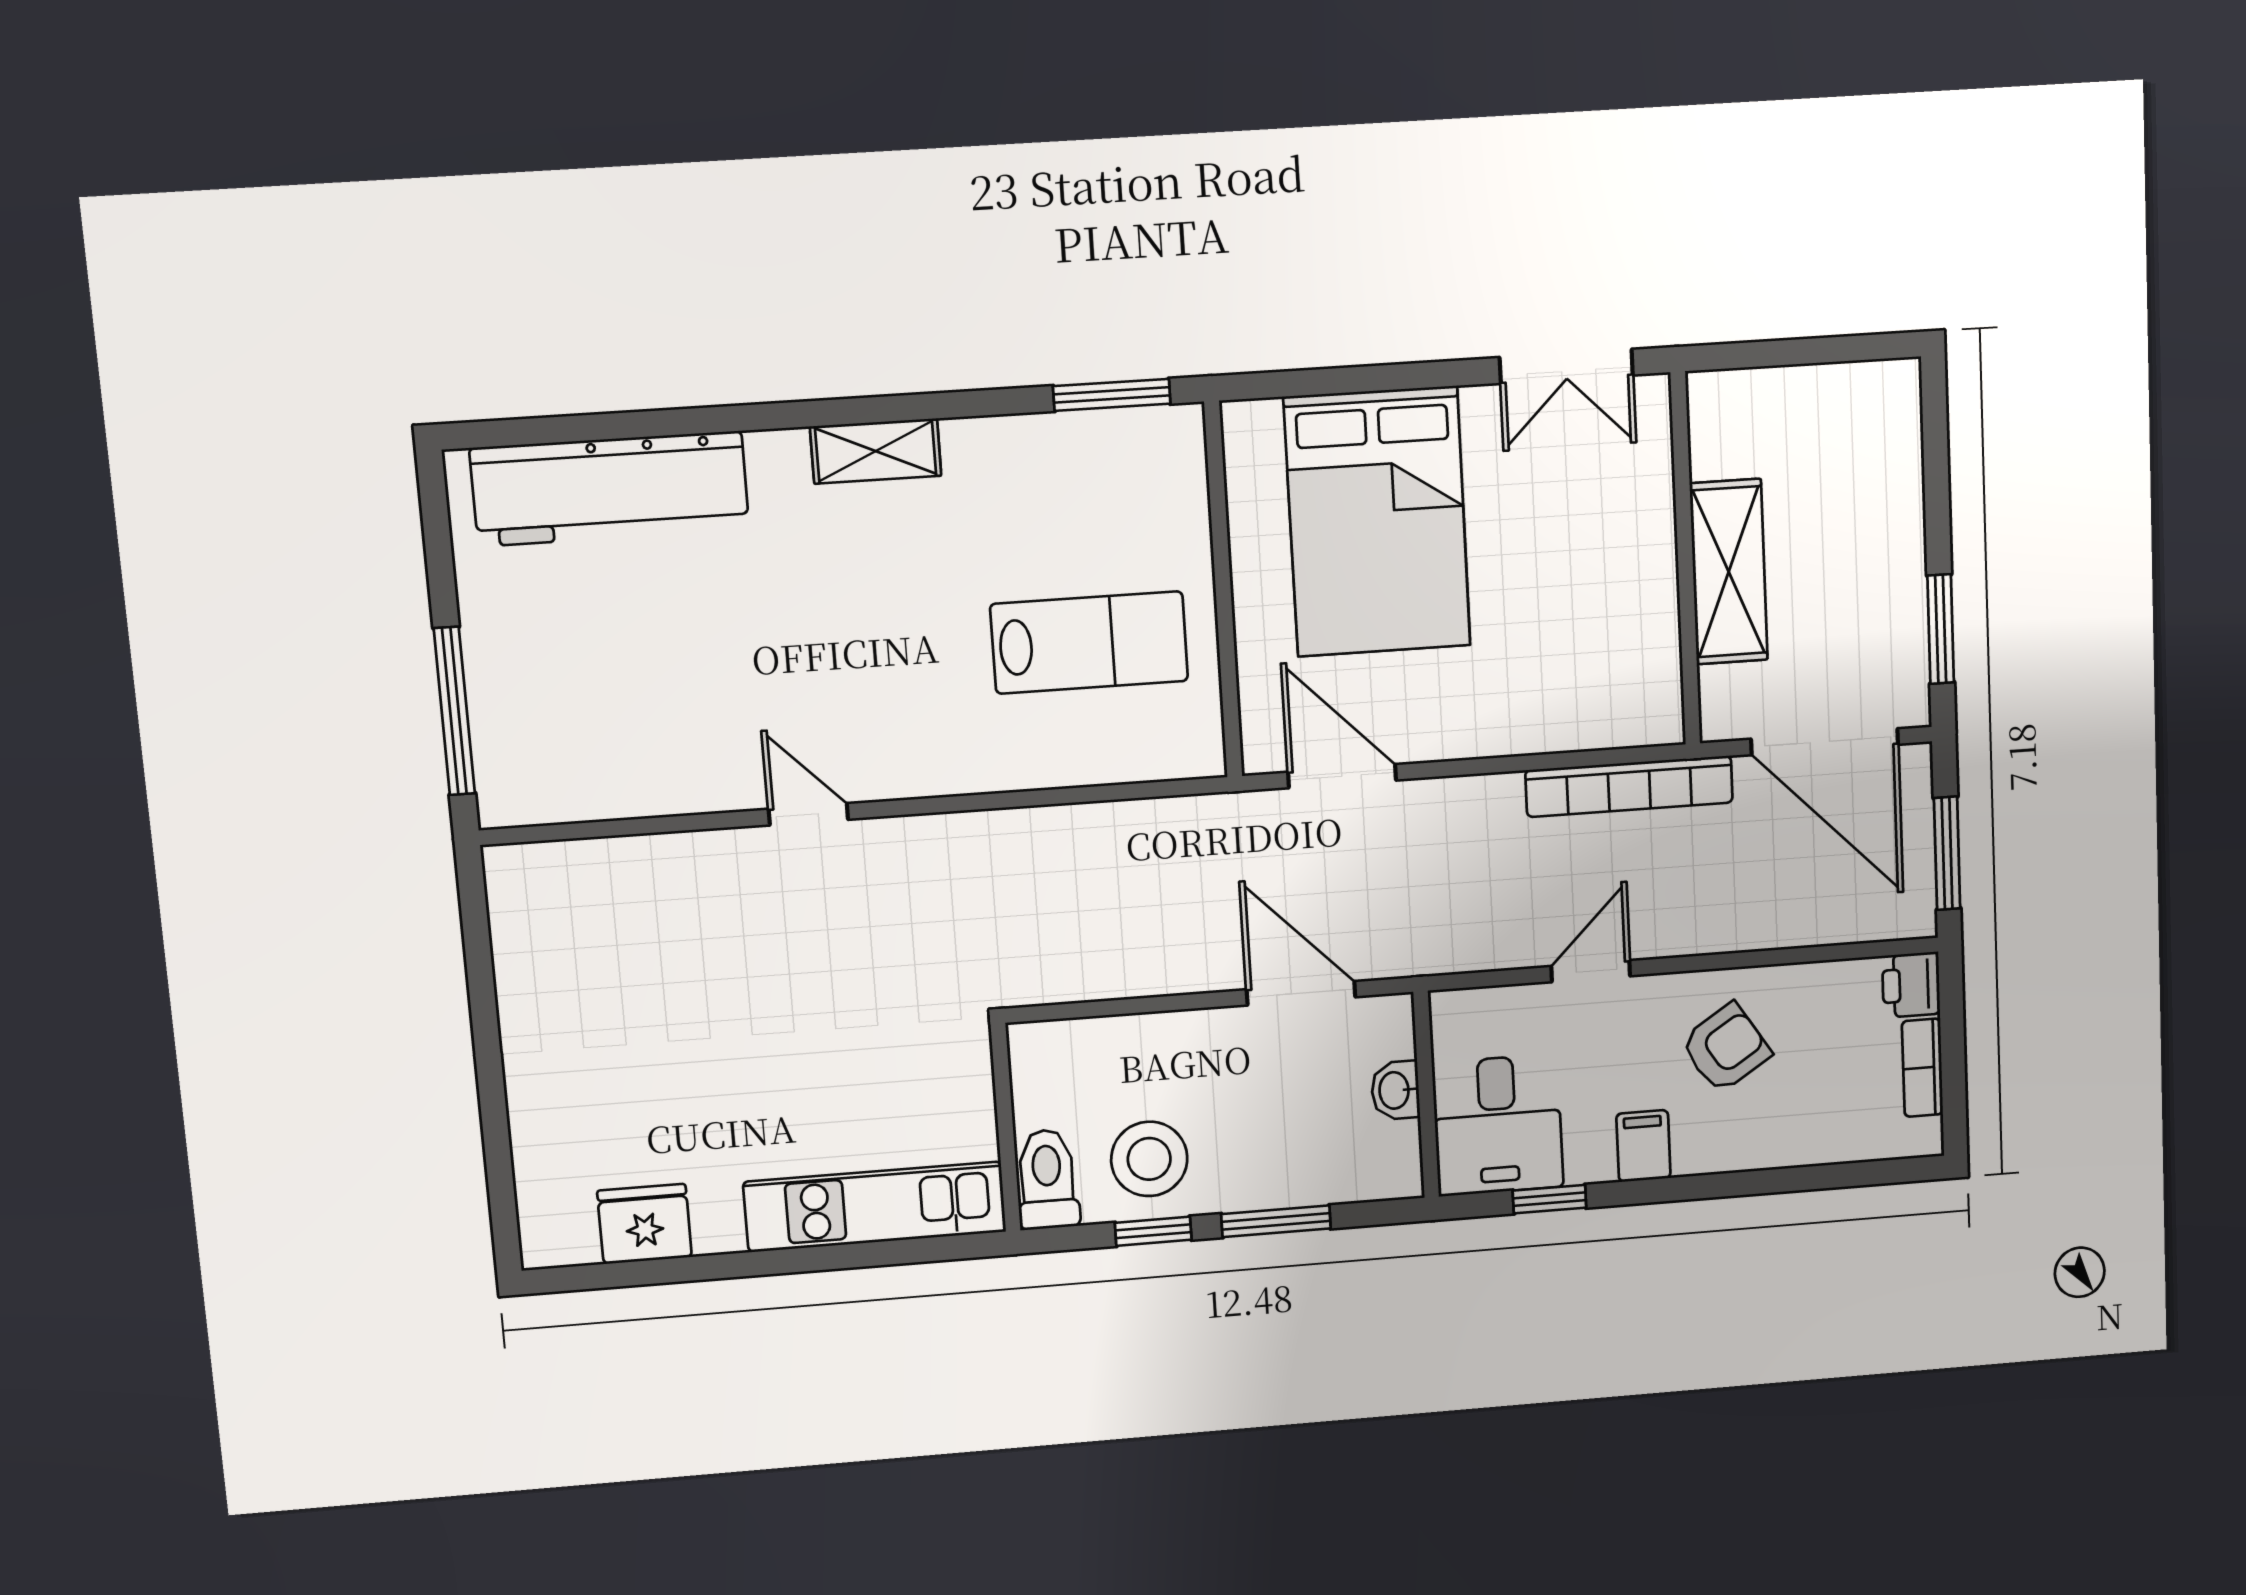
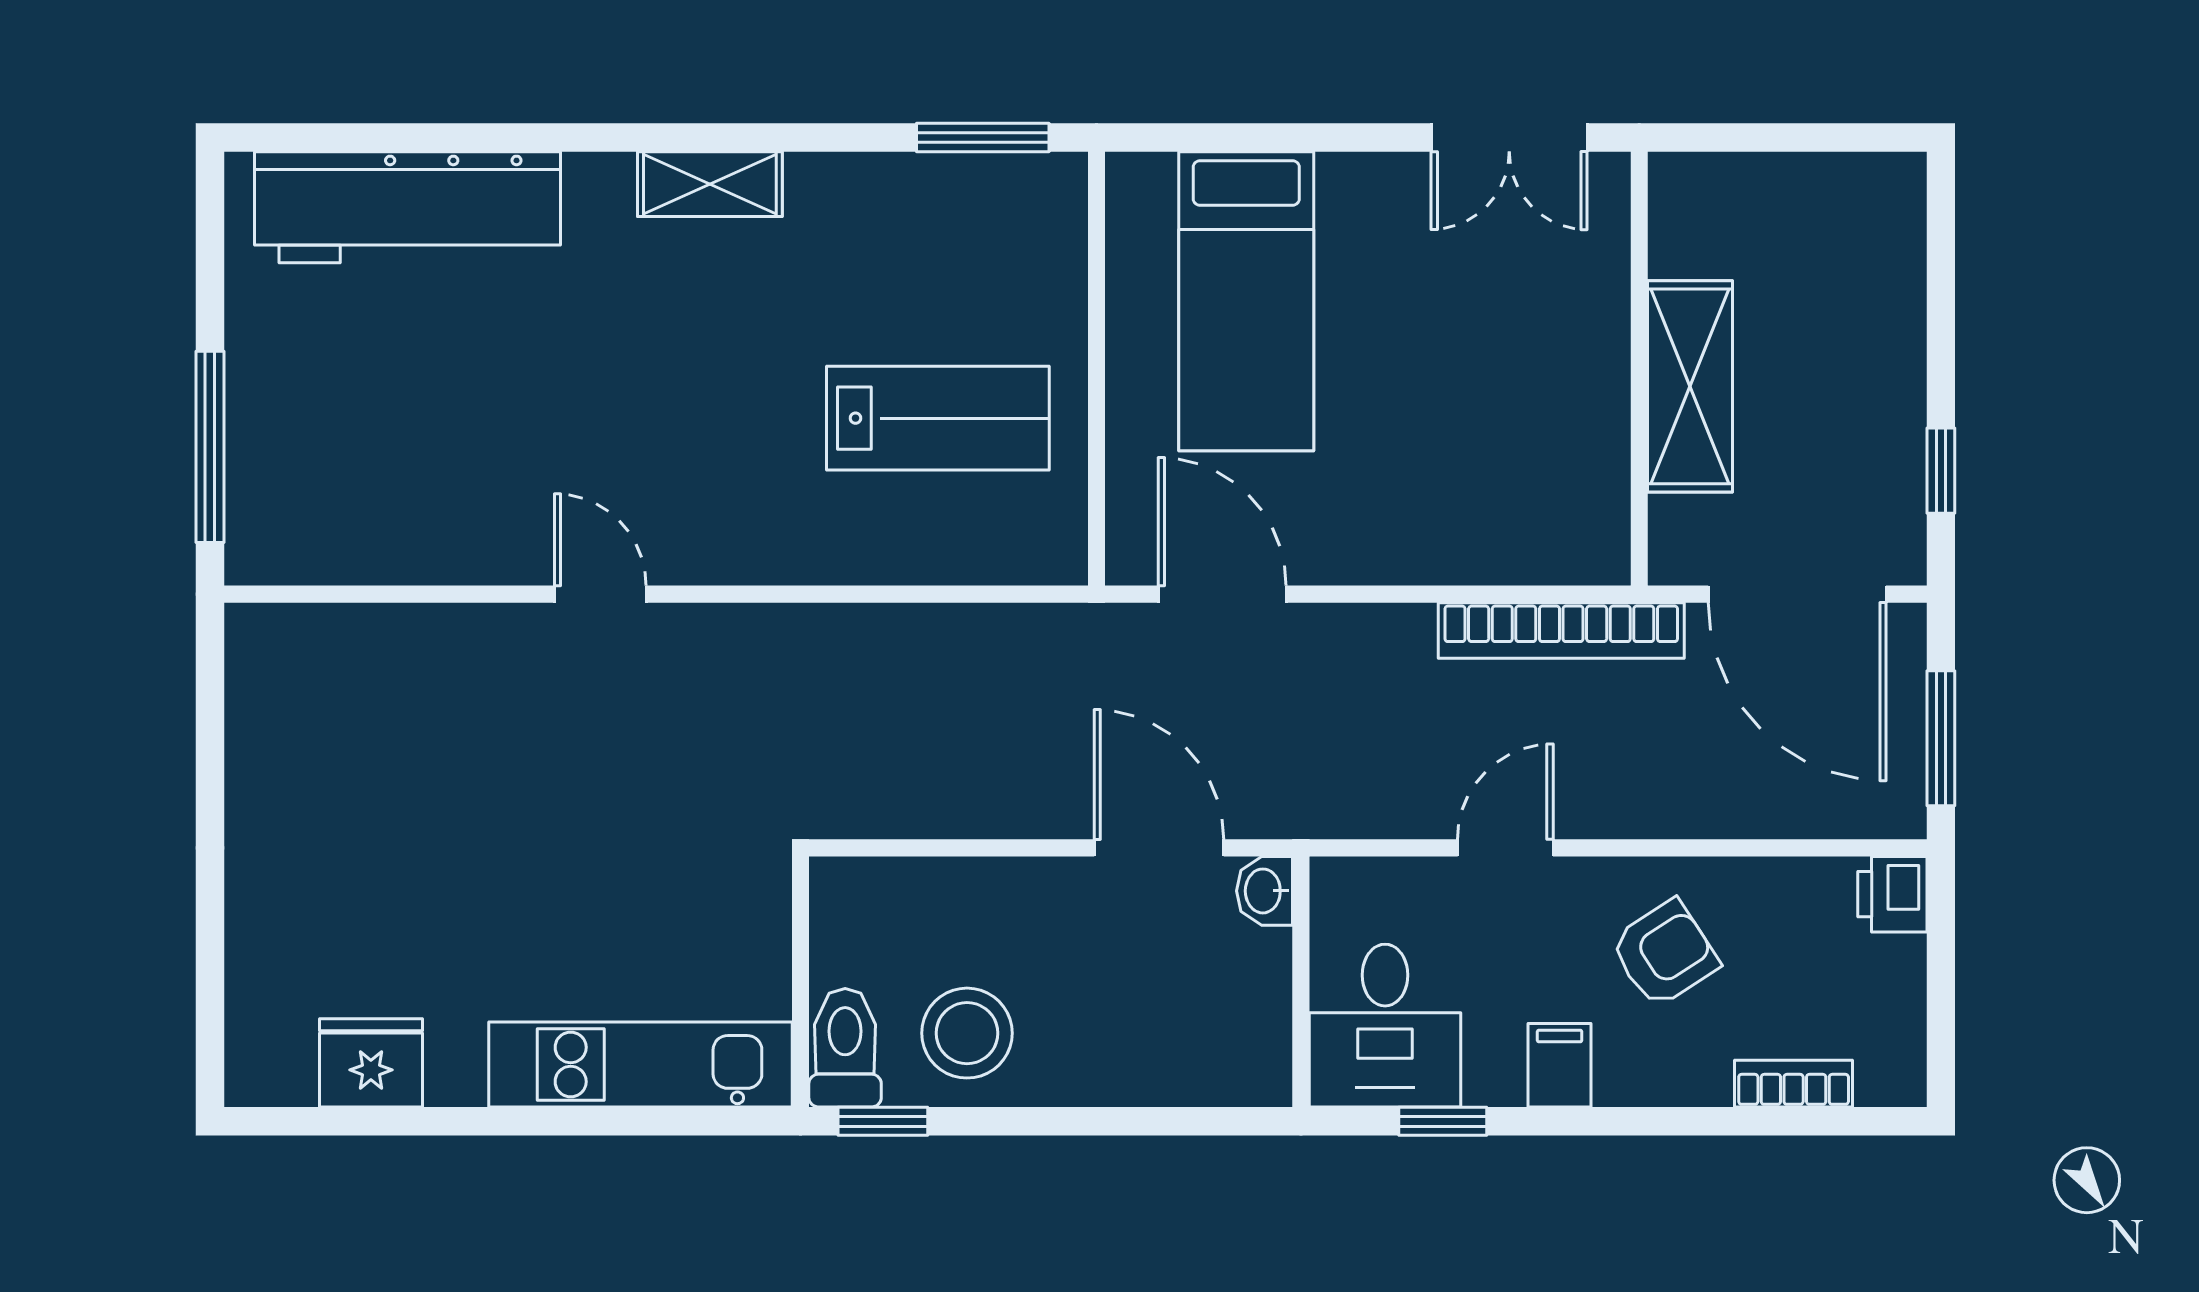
bed: (1377, 522) -> (1246, 301), width x0.67
window: (1941, 629) -> (1941, 471), width x0.67
bookcase: (1922, 1068) -> (1794, 1084), moved, turned 90
washbasin: (1395, 1090) -> (1264, 891), moved
window: (1276, 1221) -> (1113, 1121), removed
window: (1153, 1231) -> (883, 1121), moved

